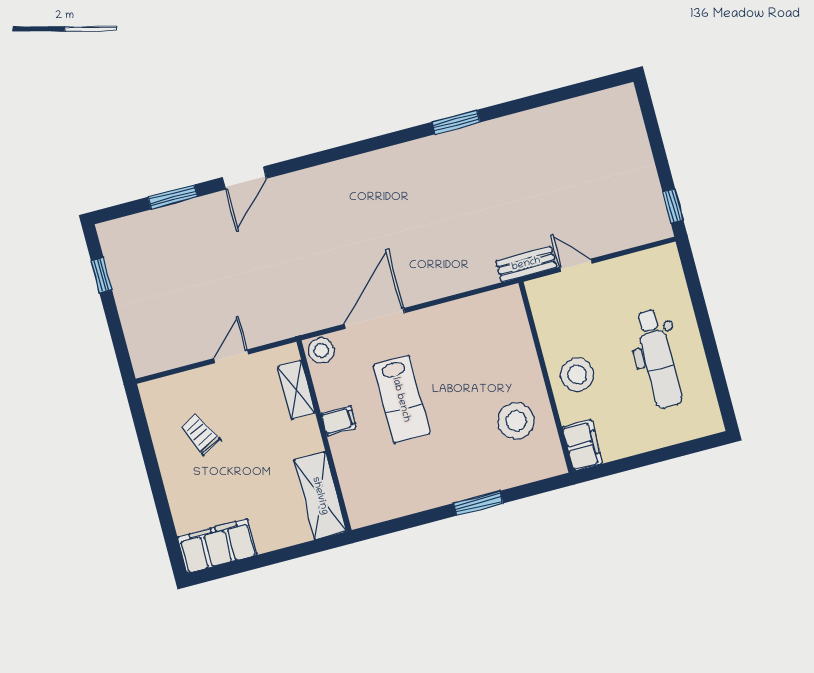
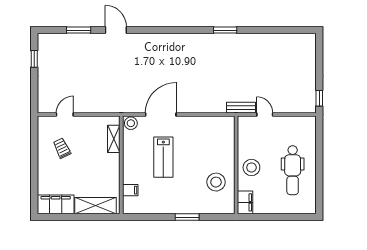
door: (244, 178) -> (116, 30), swing flipped
door: (231, 356) -> (65, 114), moved
filing cabinet: (339, 421) -> (130, 190), moved
shelving: (320, 496) -> (96, 206), moved, turned 90

